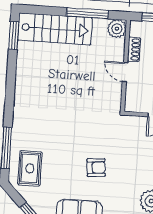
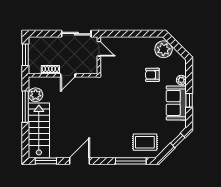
plant: (117, 29) -> (36, 95), moved
door: (11, 80) -> (79, 161), added
armchair: (96, 167) -> (152, 75), moved, turned -85

